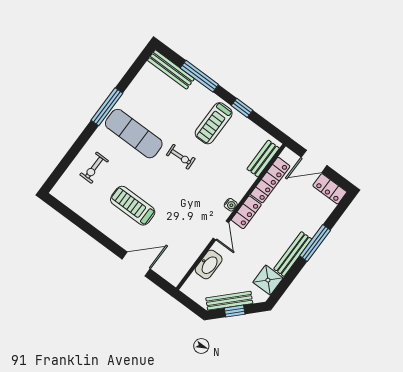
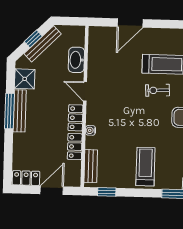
window: (242, 108) -> (107, 192), moved
exercise bike: (181, 157) -> (157, 90), moved
locker: (270, 180) -> (75, 147), width x0.66
water cooler: (231, 205) -> (90, 130), moved
window: (315, 243) -> (10, 111), moved

